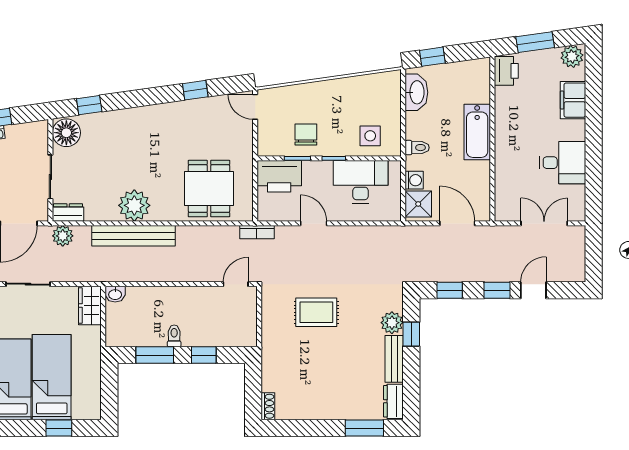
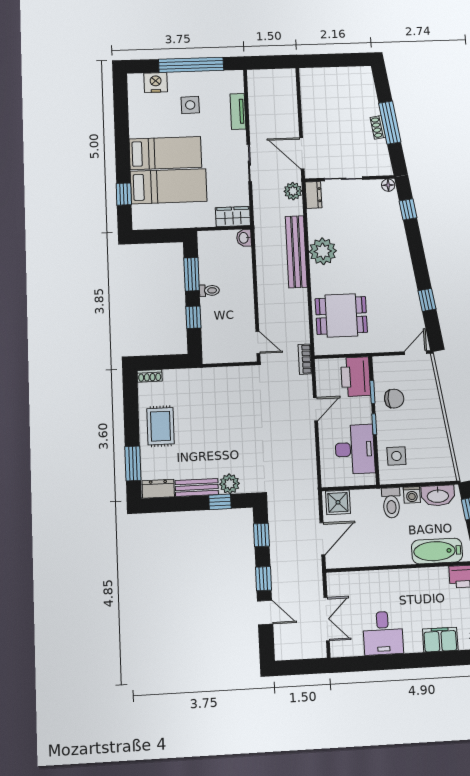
bathtub: (477, 132) -> (437, 551), moved
floor lamp: (66, 133) -> (388, 185), width x0.53, depth x0.53
toilet: (417, 148) -> (391, 503), width x1.37, depth x1.39
washing machine: (414, 180) -> (412, 495), moved
rug: (316, 312) -> (161, 426), moved

